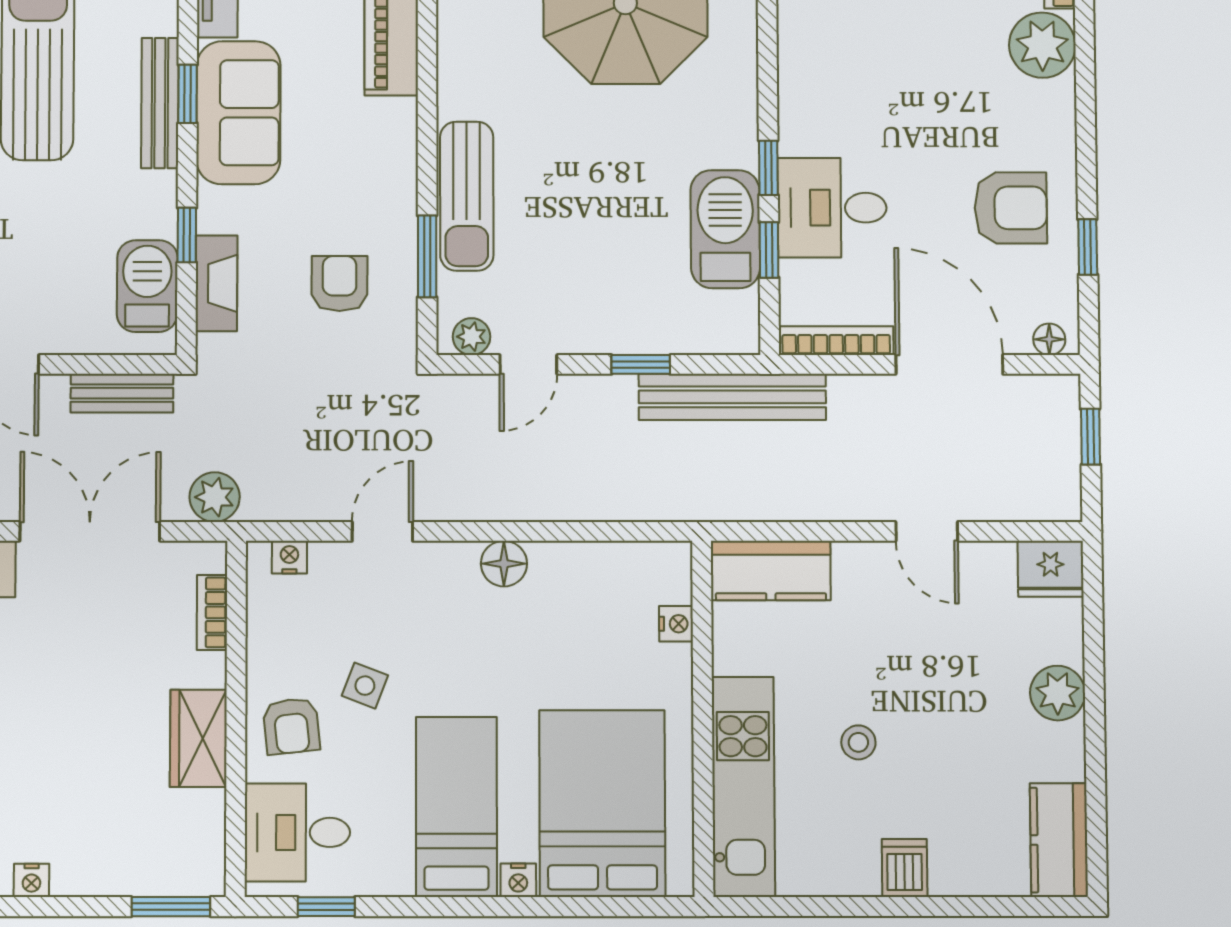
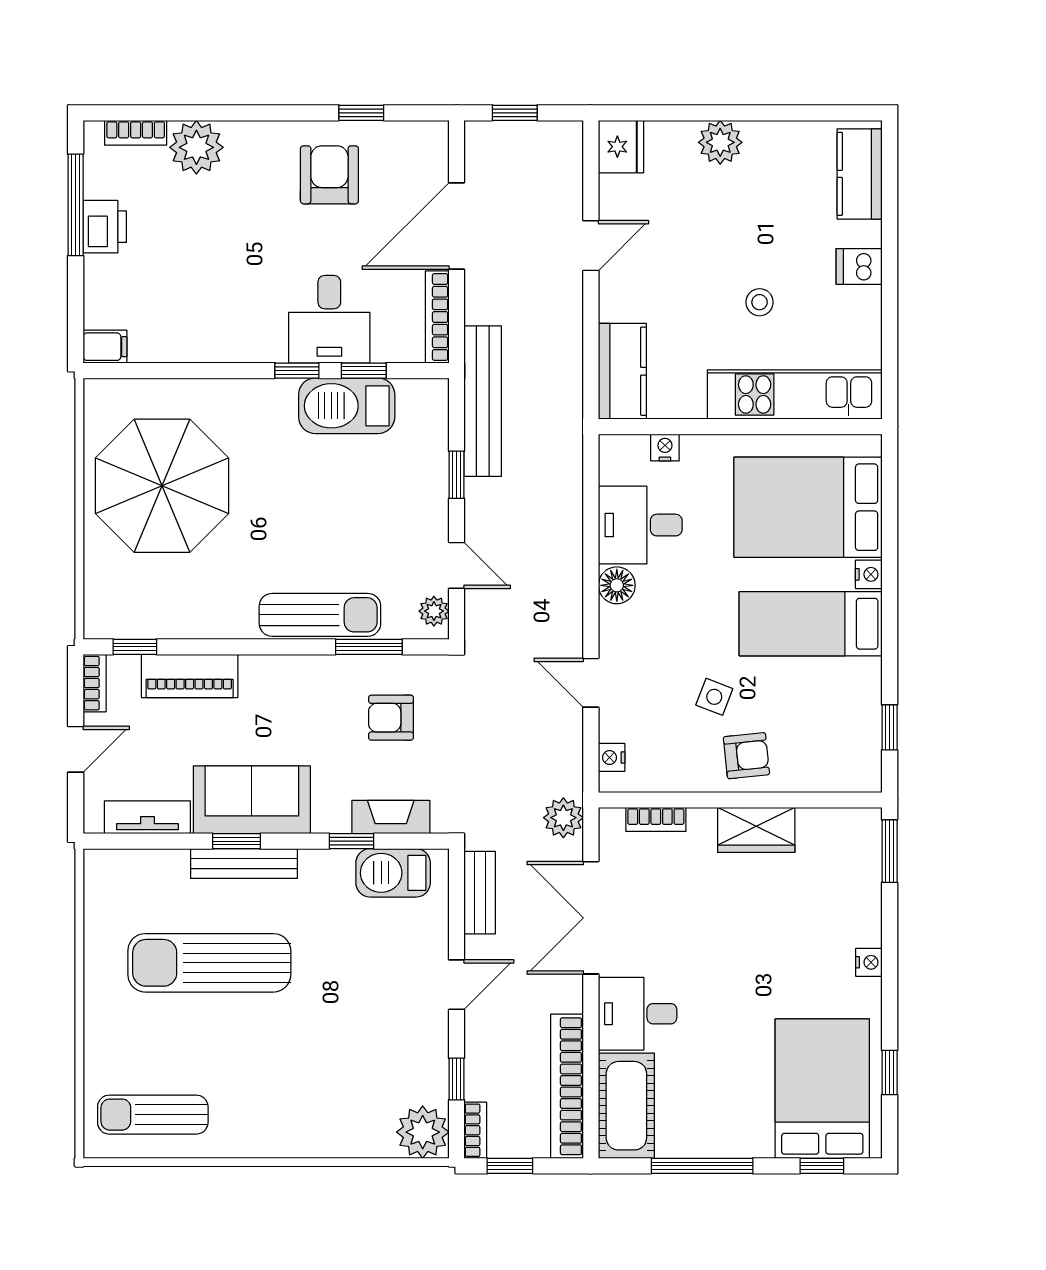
floor lamp: (1049, 339) -> (436, 145), removed
desk: (297, 832) -> (640, 525), moved, turned 90
kitchen counter: (1059, 840) -> (860, 174), moved, turned 90

